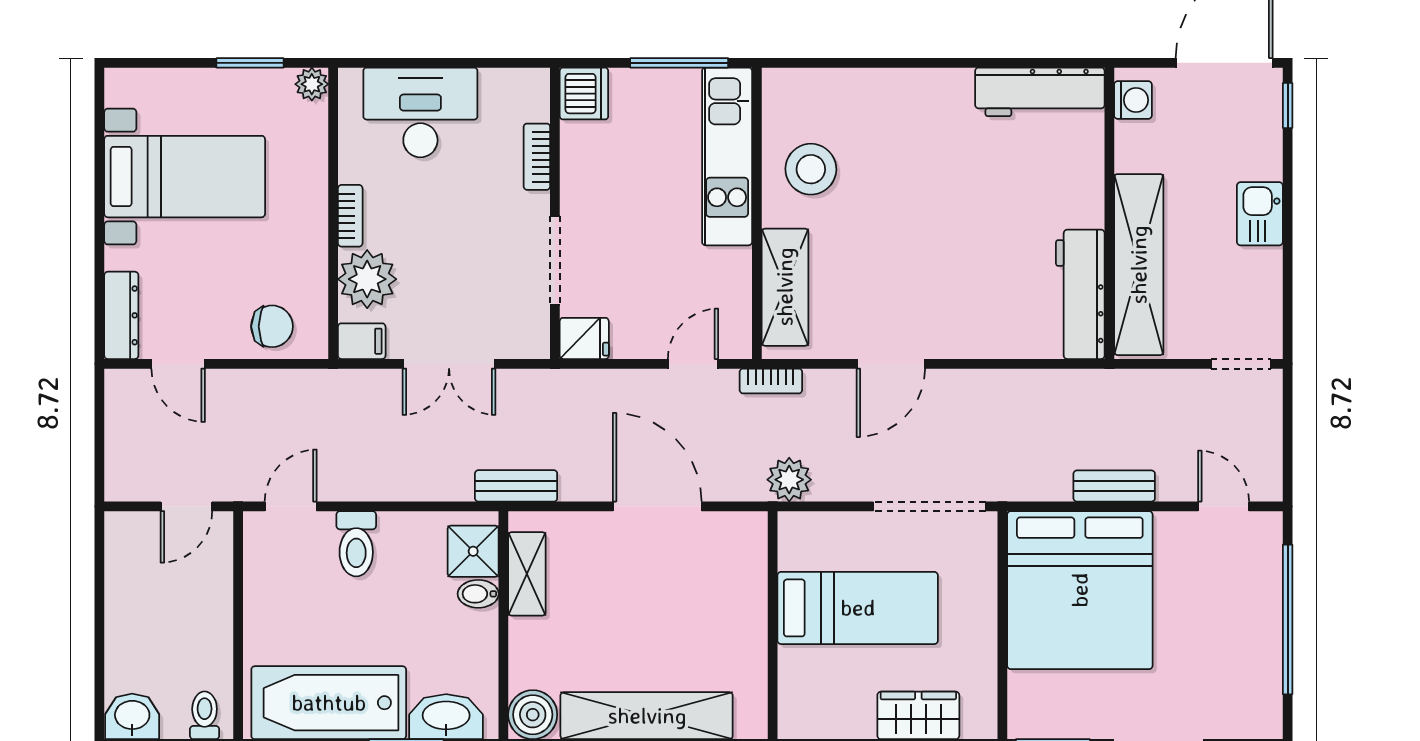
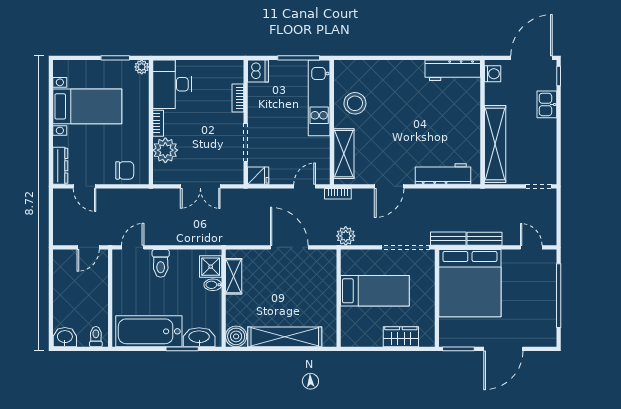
desk: (420, 112) -> (172, 84), moved, turned -90
kitchen sink: (1260, 214) -> (547, 104), moved
workbench: (1080, 294) -> (443, 174), moved, turned 90
filing cabinet: (362, 341) -> (163, 177), removed
bench: (516, 486) -> (448, 239), moved

